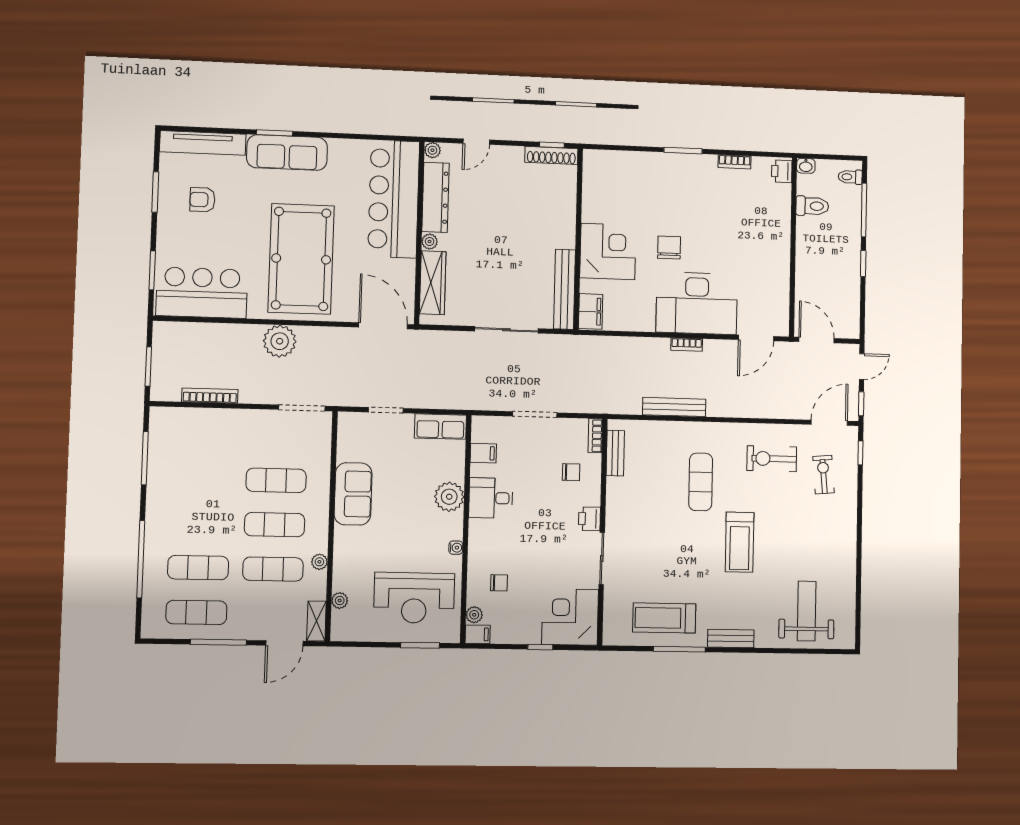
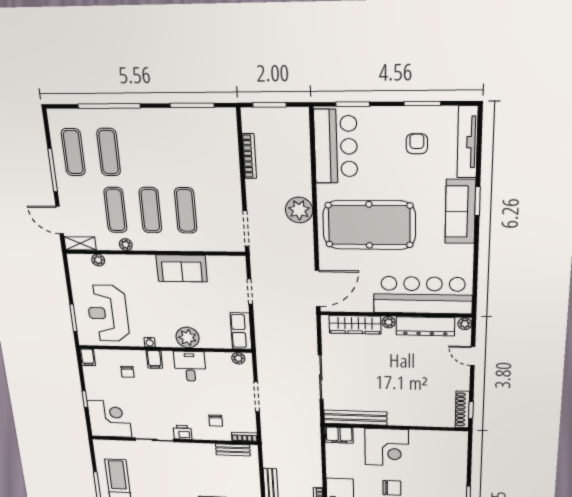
filing cabinet: (483, 453) -> (154, 359), moved
plant: (474, 615) -> (238, 358), moved

